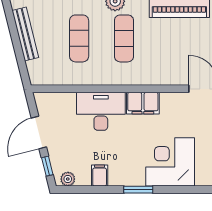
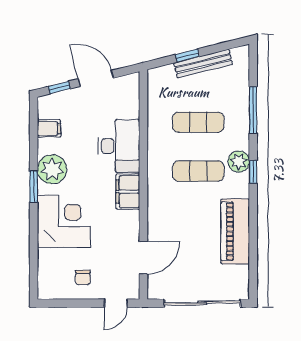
window: (18, 48) -> (187, 56), added
filing cabinet: (100, 176) -> (49, 129), moved
plant: (68, 179) -> (52, 169), moved, width x1.87, depth x1.87

